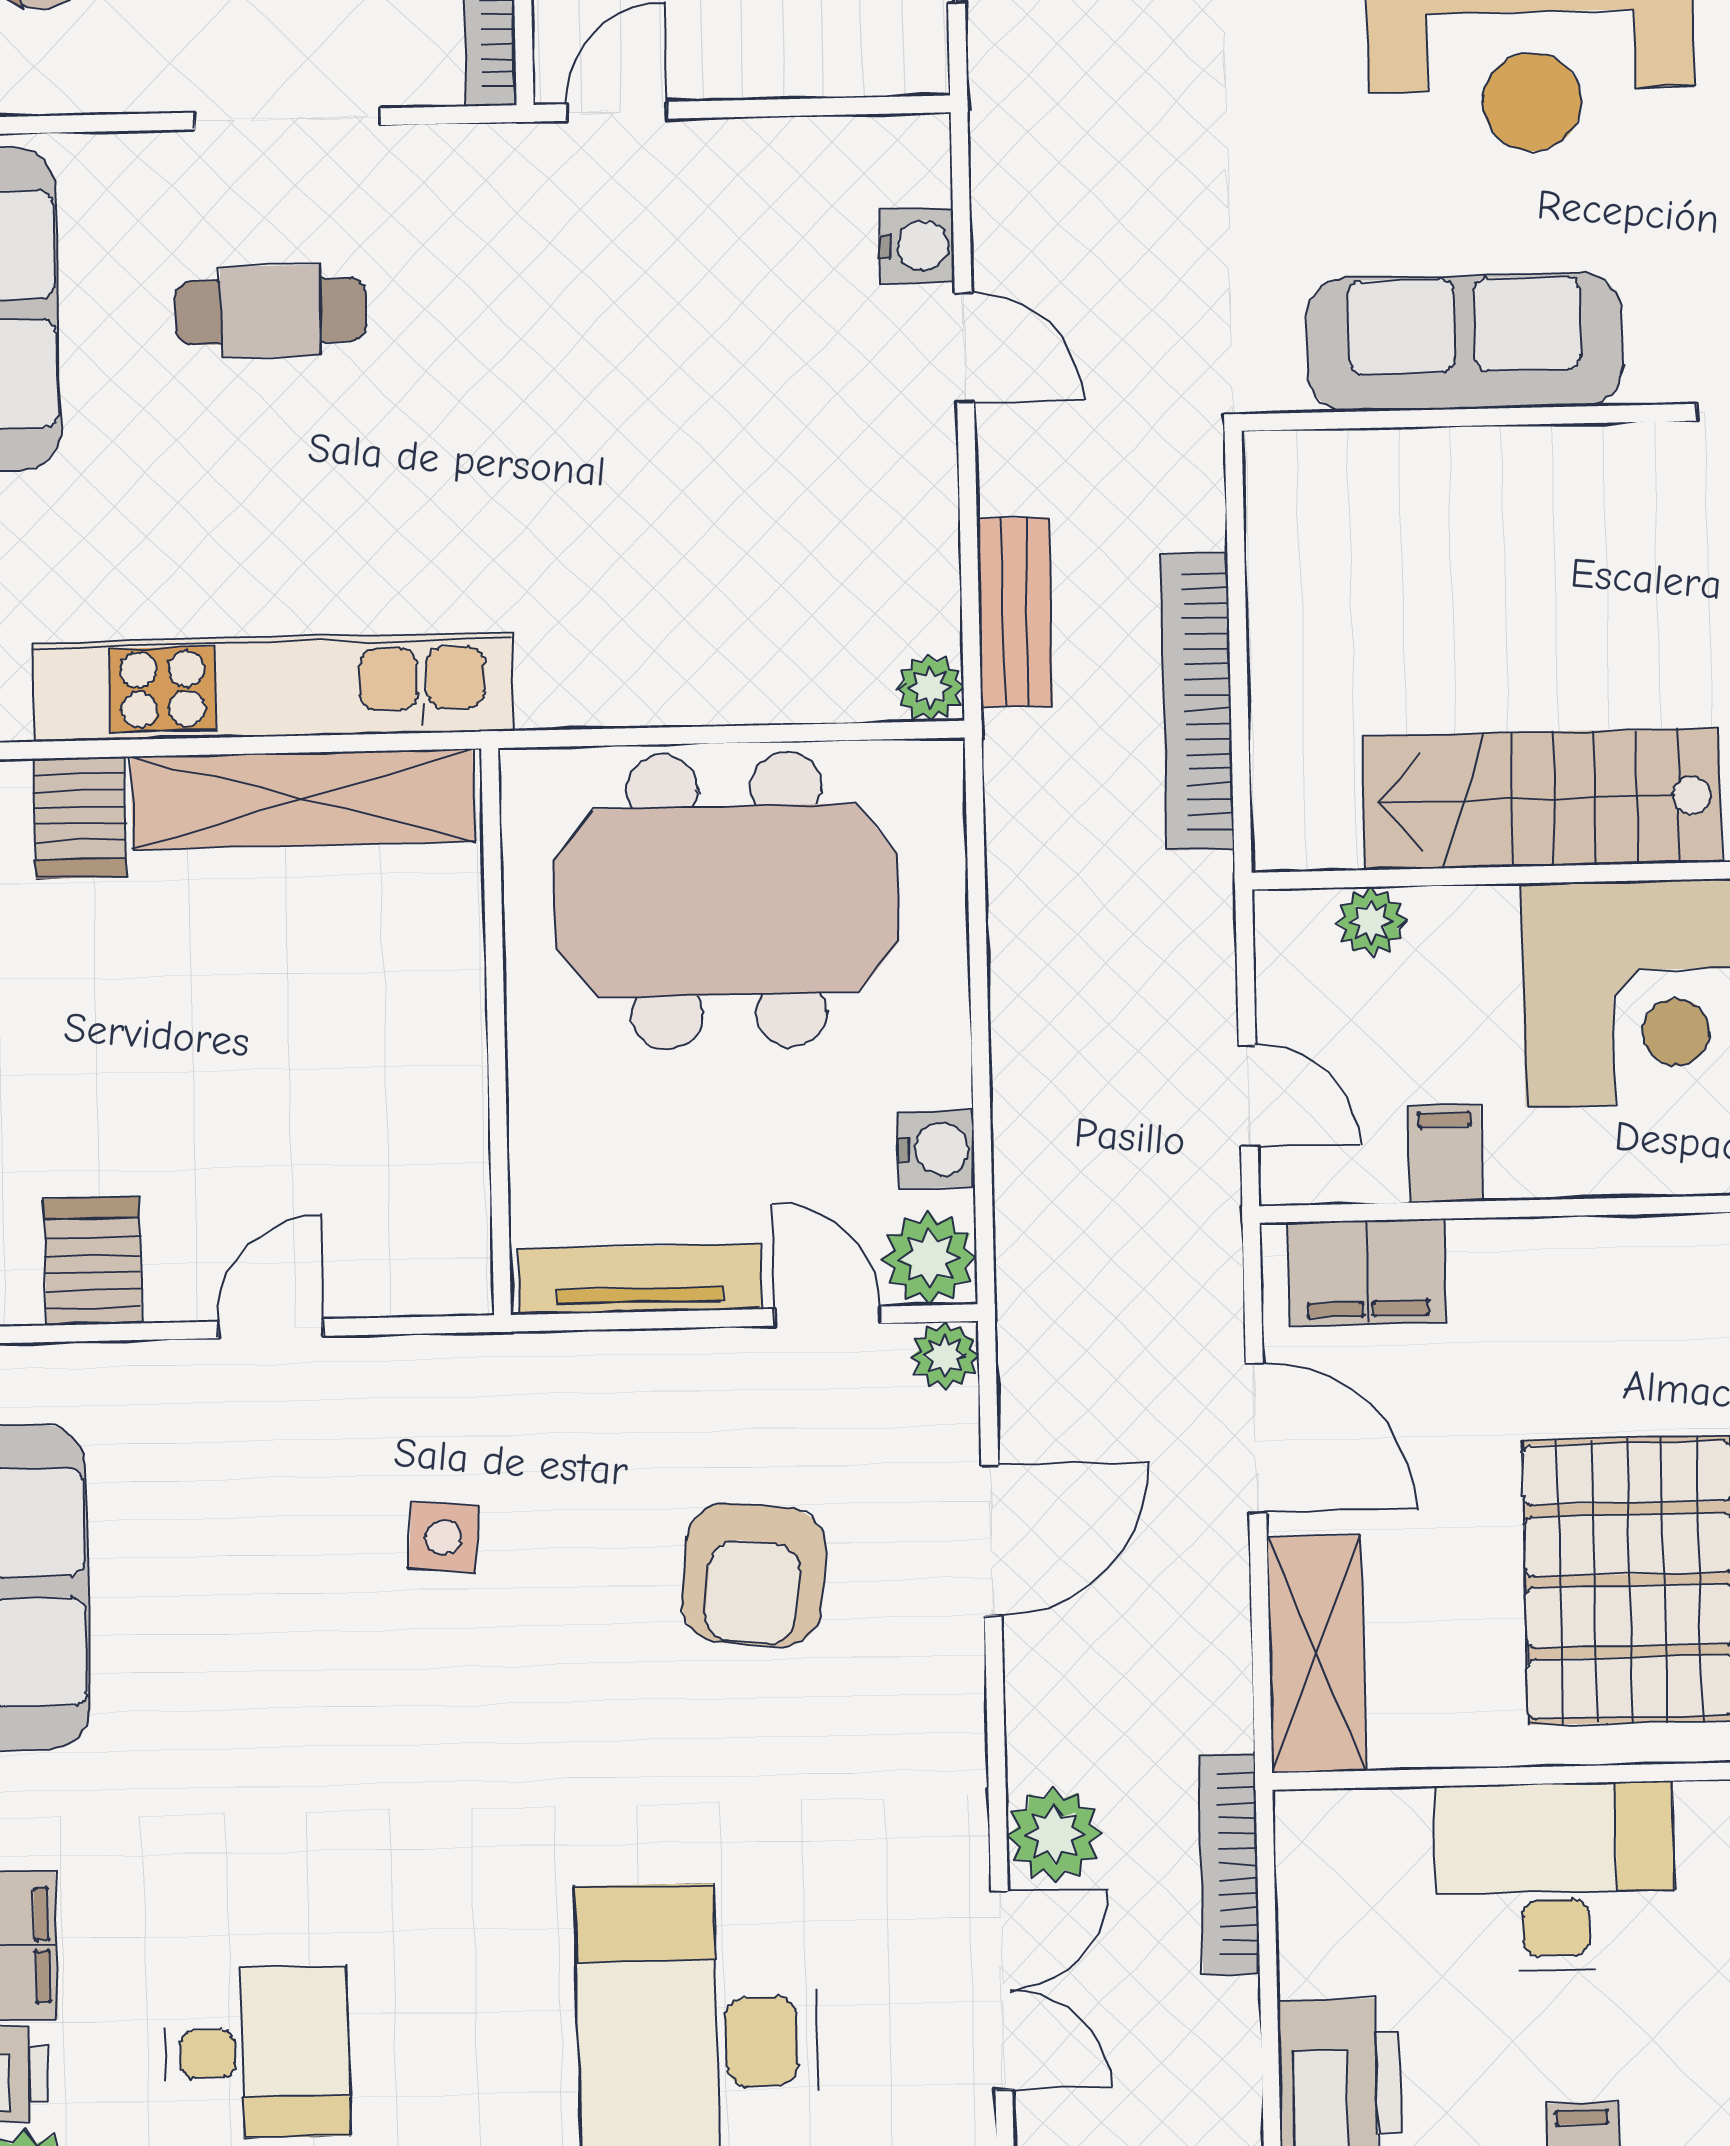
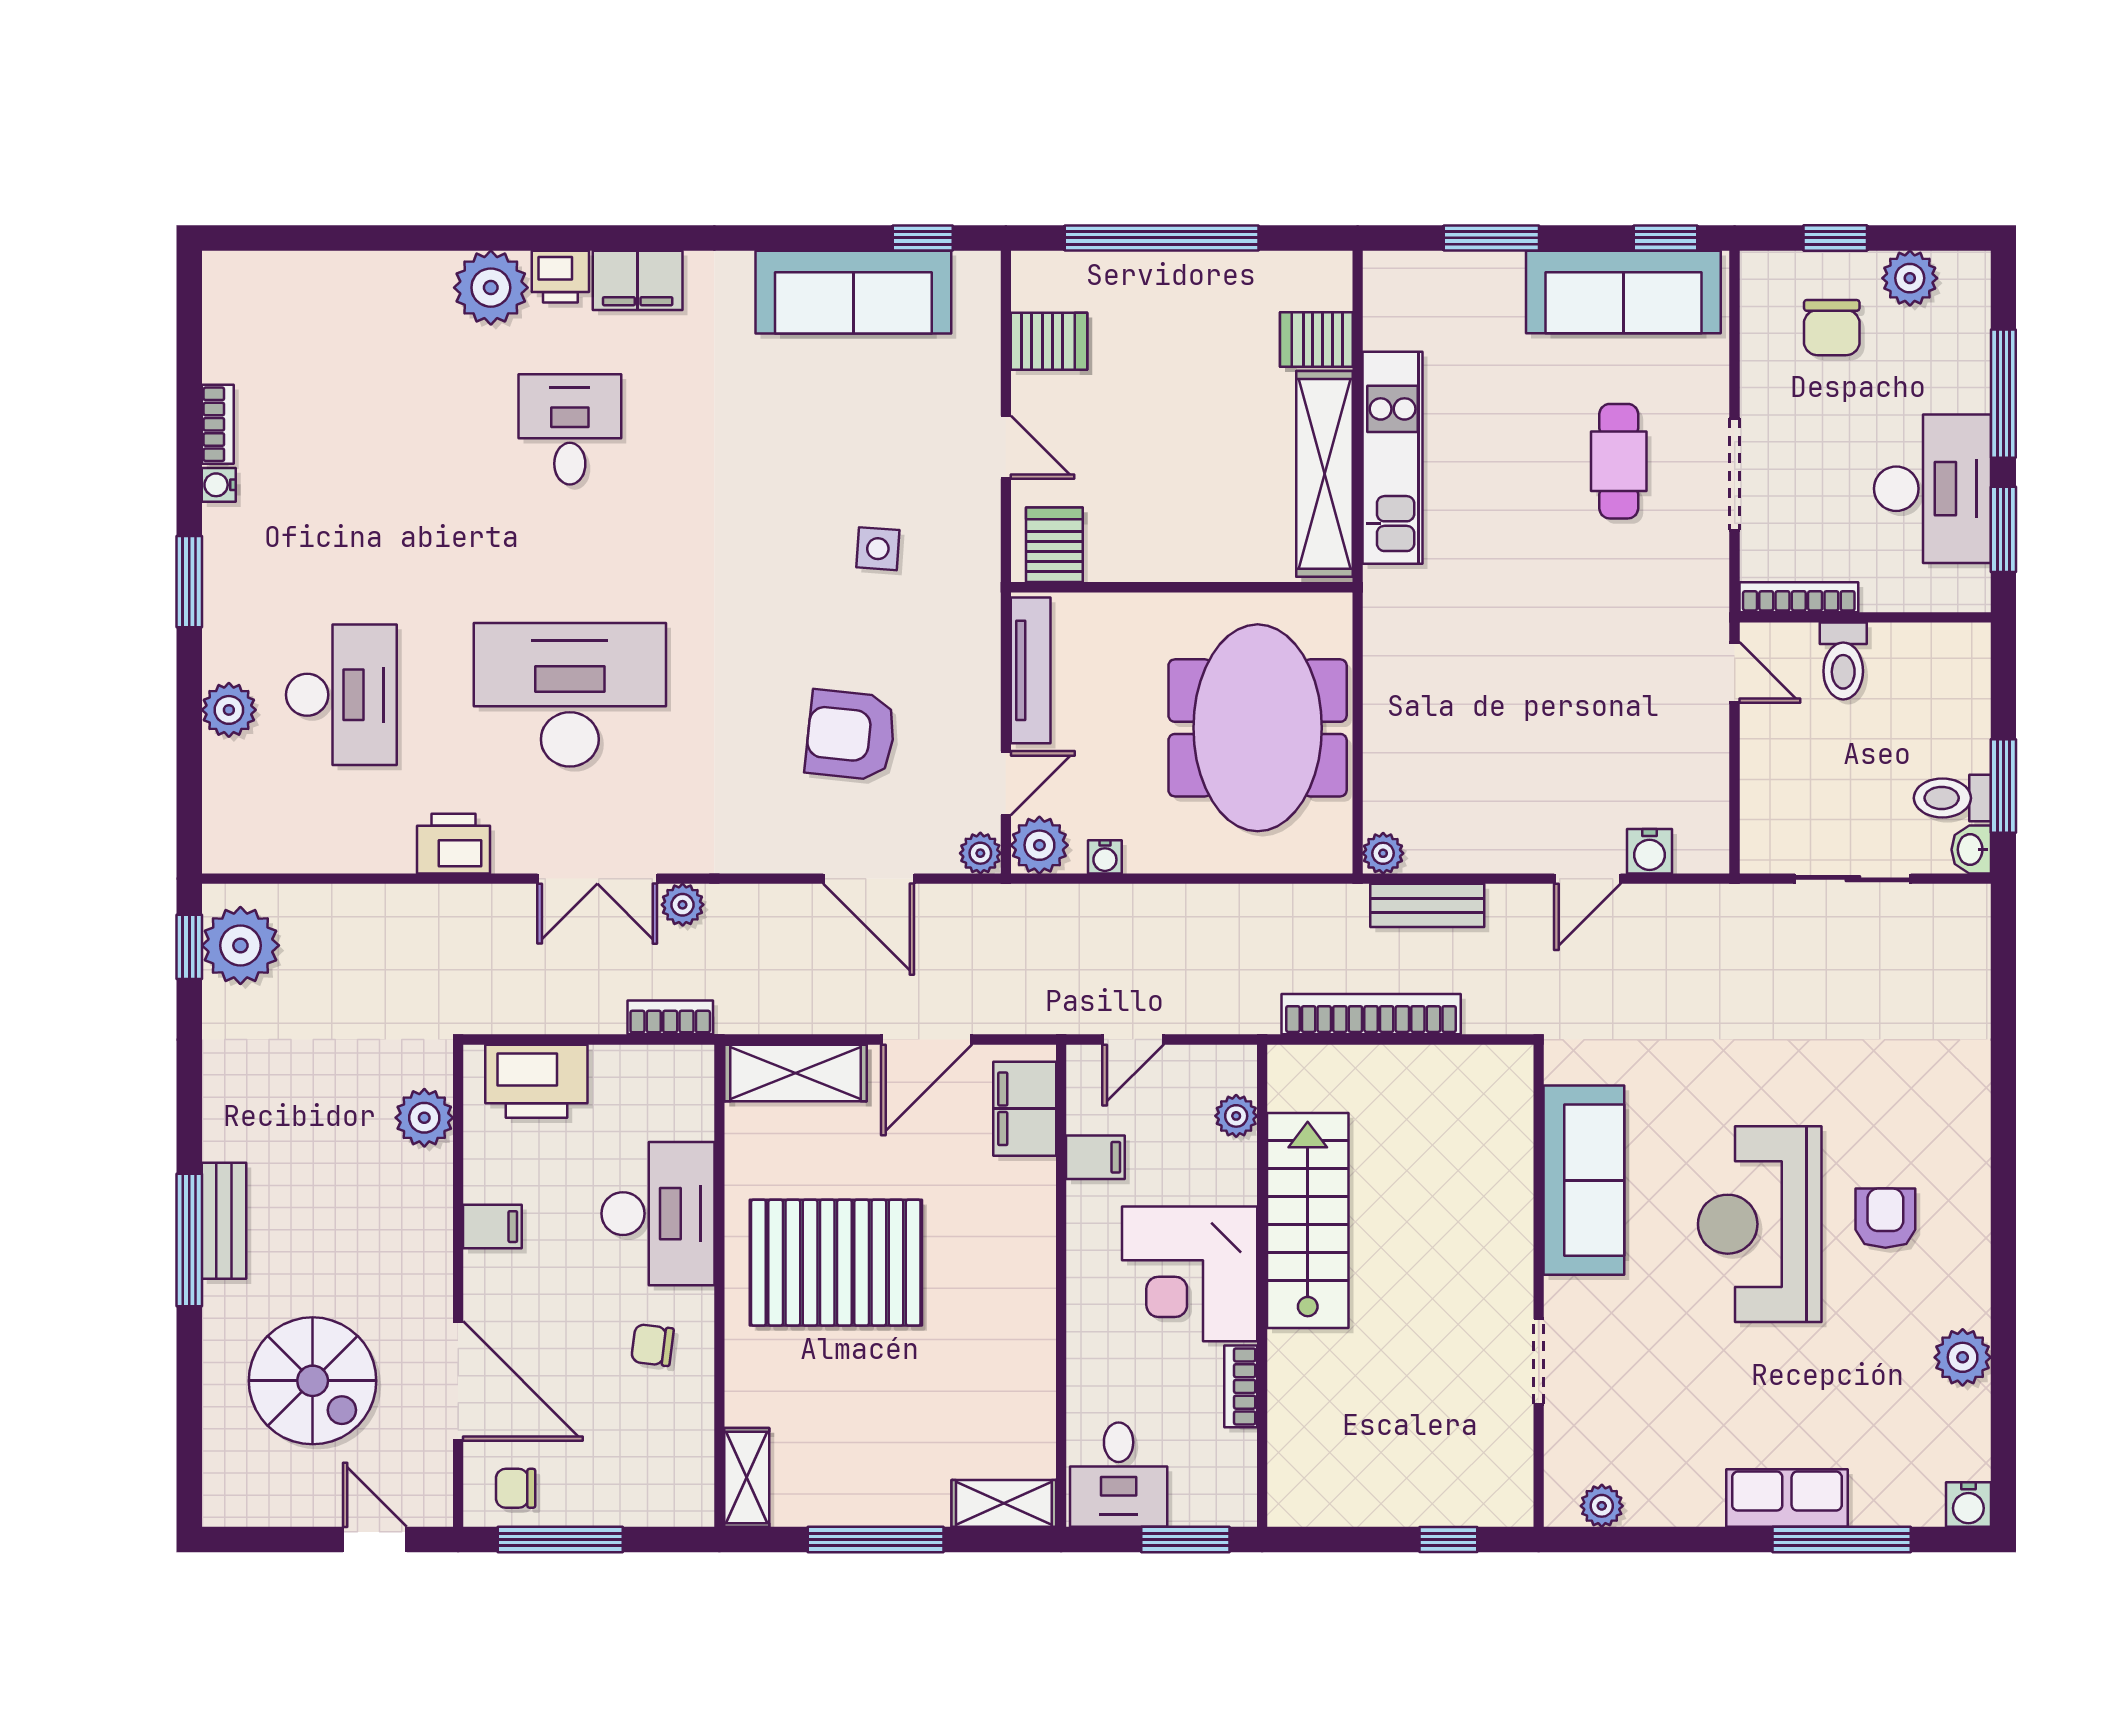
kitchen unit: (273, 687) -> (1393, 458), width x0.73
water cooler: (936, 1149) -> (1105, 857), width x0.72, depth x0.72
server rack: (430, 1245) -> (1054, 545), added
plant: (1054, 1835) -> (683, 905), width x0.73, depth x0.73
bookcase: (1229, 1864) -> (670, 1017), width x0.64
desk: (257, 2053) -> (570, 429), turned 180

